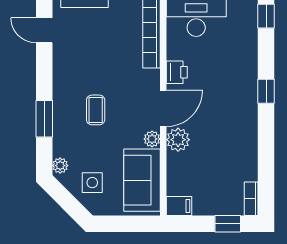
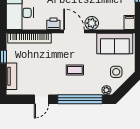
door: (44, 30) -> (42, 99), moved
window: (44, 119) -> (80, 99), width x2.11
plant: (152, 139) -> (91, 38), removed

